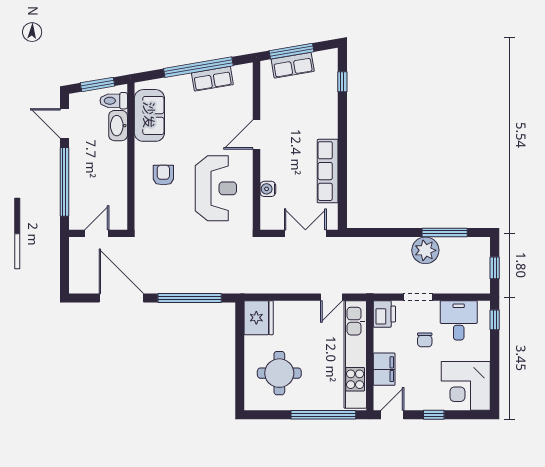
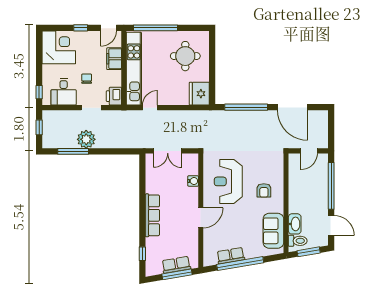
row of seats: (328, 171) -> (152, 215), moved

